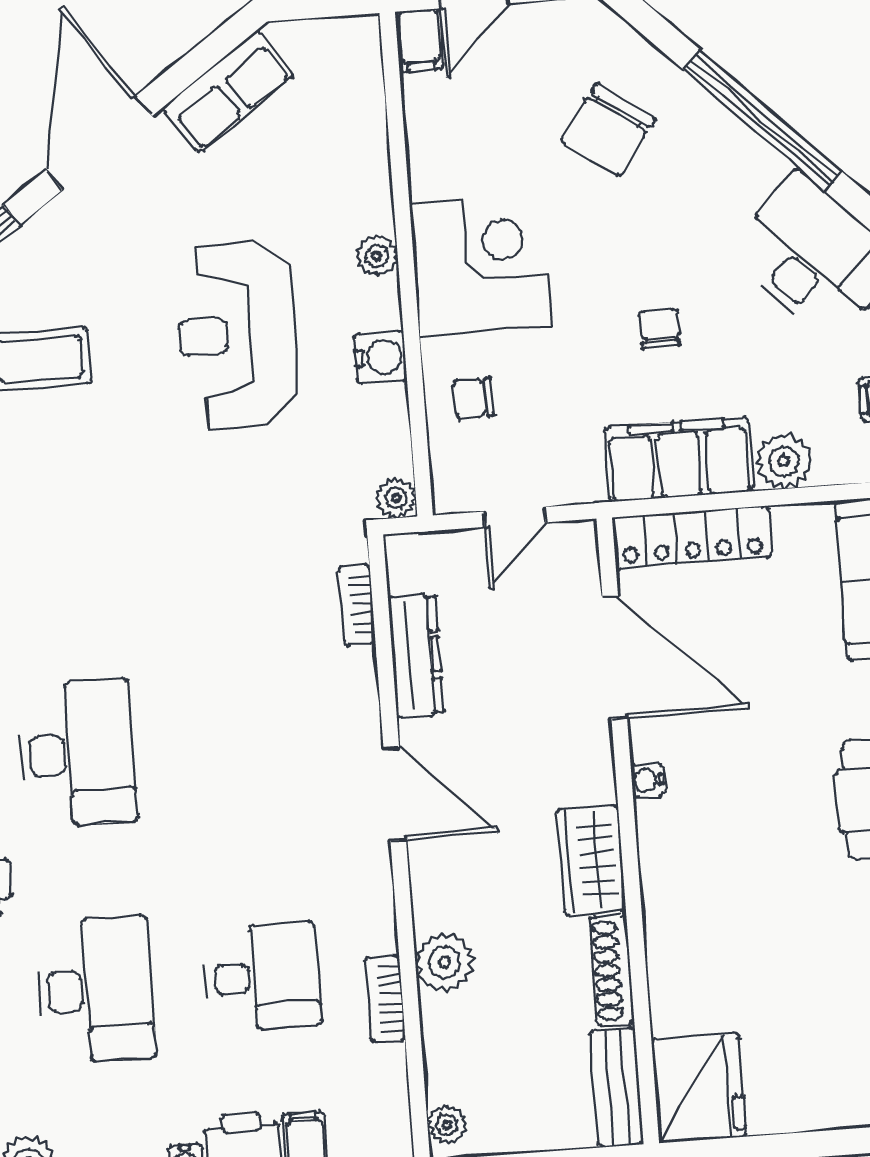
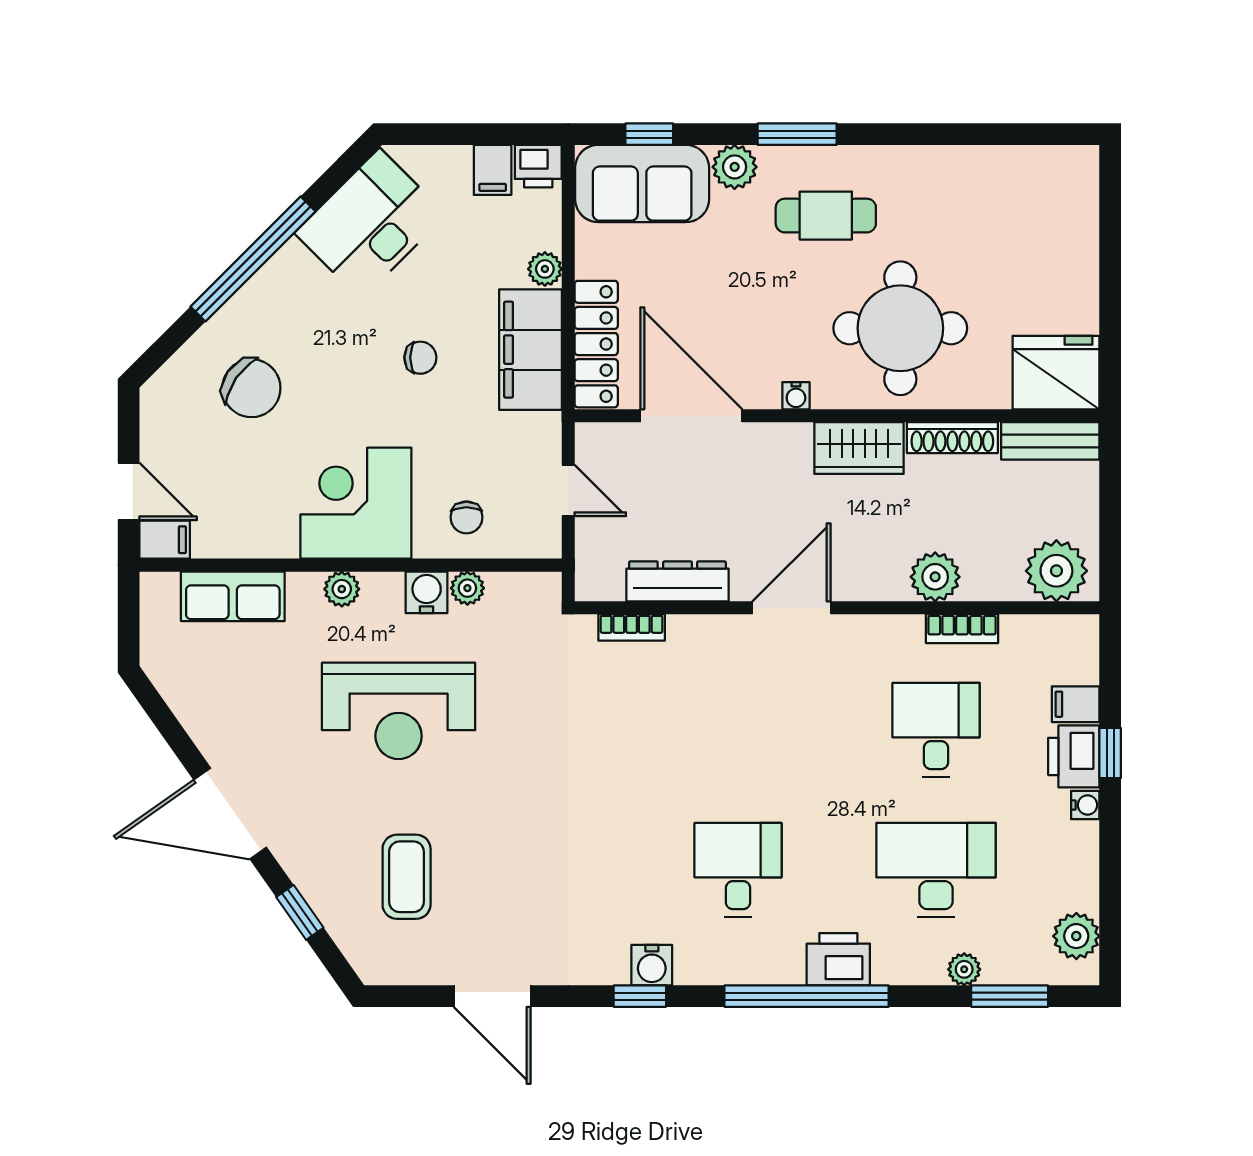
row of seats: (228, 92) -> (233, 596), moved, turned 125
chair: (660, 329) -> (420, 358), turned 180
plant: (784, 461) -> (545, 269), width x0.73, depth x0.73
plant: (396, 498) -> (467, 588), moved
door: (615, 657) -> (691, 416), hinge flipped
desk: (77, 753) -> (738, 870), width x0.73
round table: (738, 899) -> (900, 328), added
plant: (447, 1125) -> (1056, 571), width x1.87, depth x1.87

